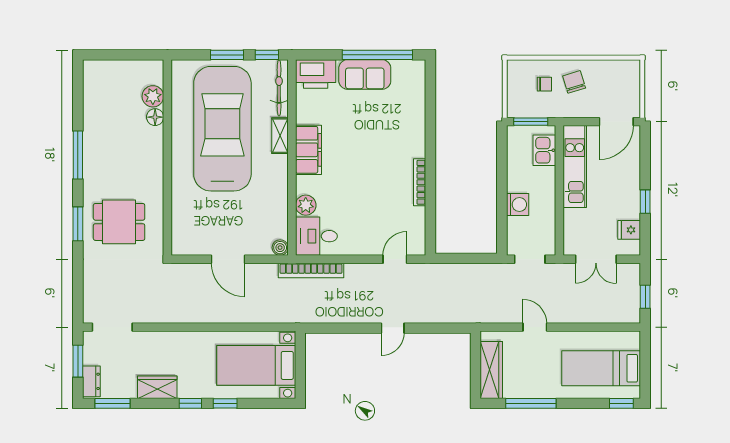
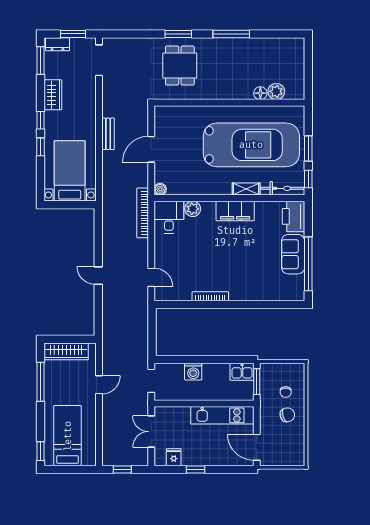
kitchen sink: (544, 150) -> (242, 372), moved, turned 180
bench: (208, 315) -> (108, 134), added

